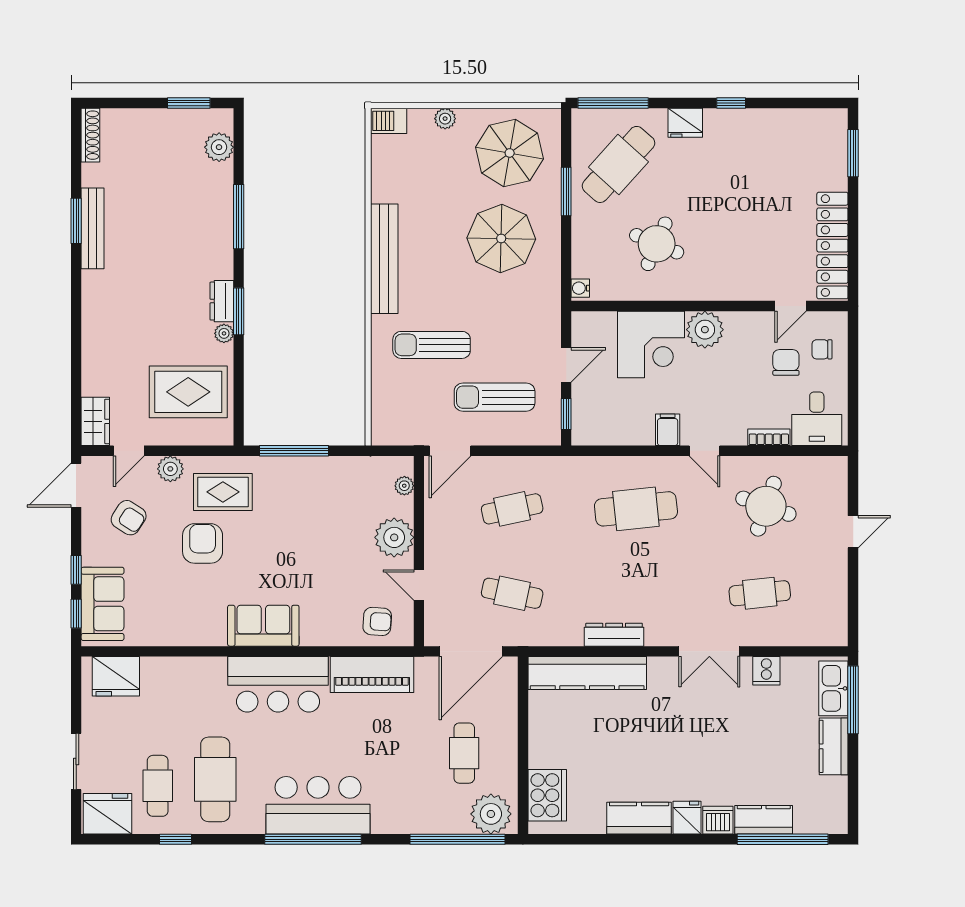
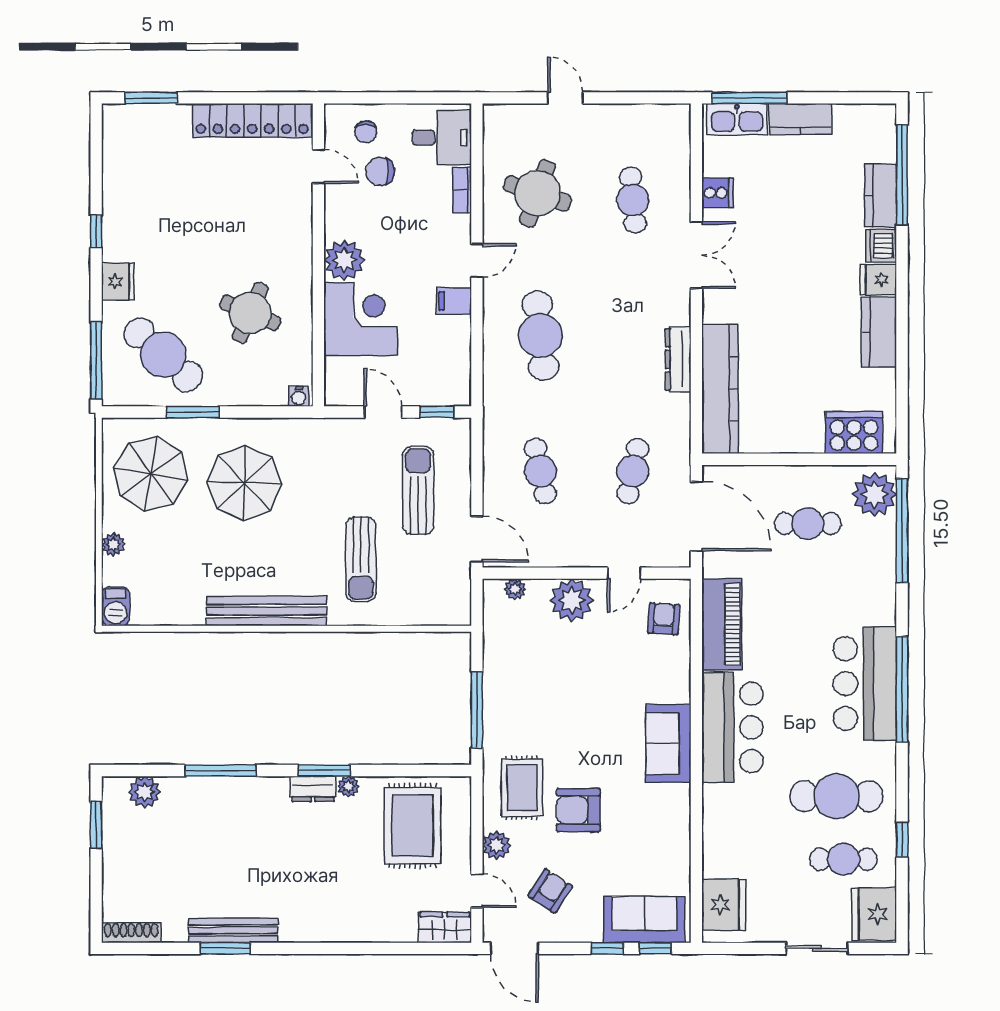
sun lounger: (495, 397) -> (418, 490), turned 180

